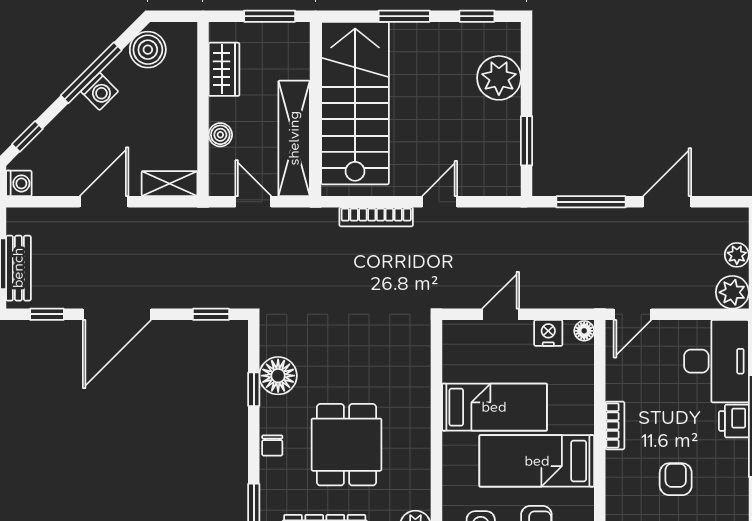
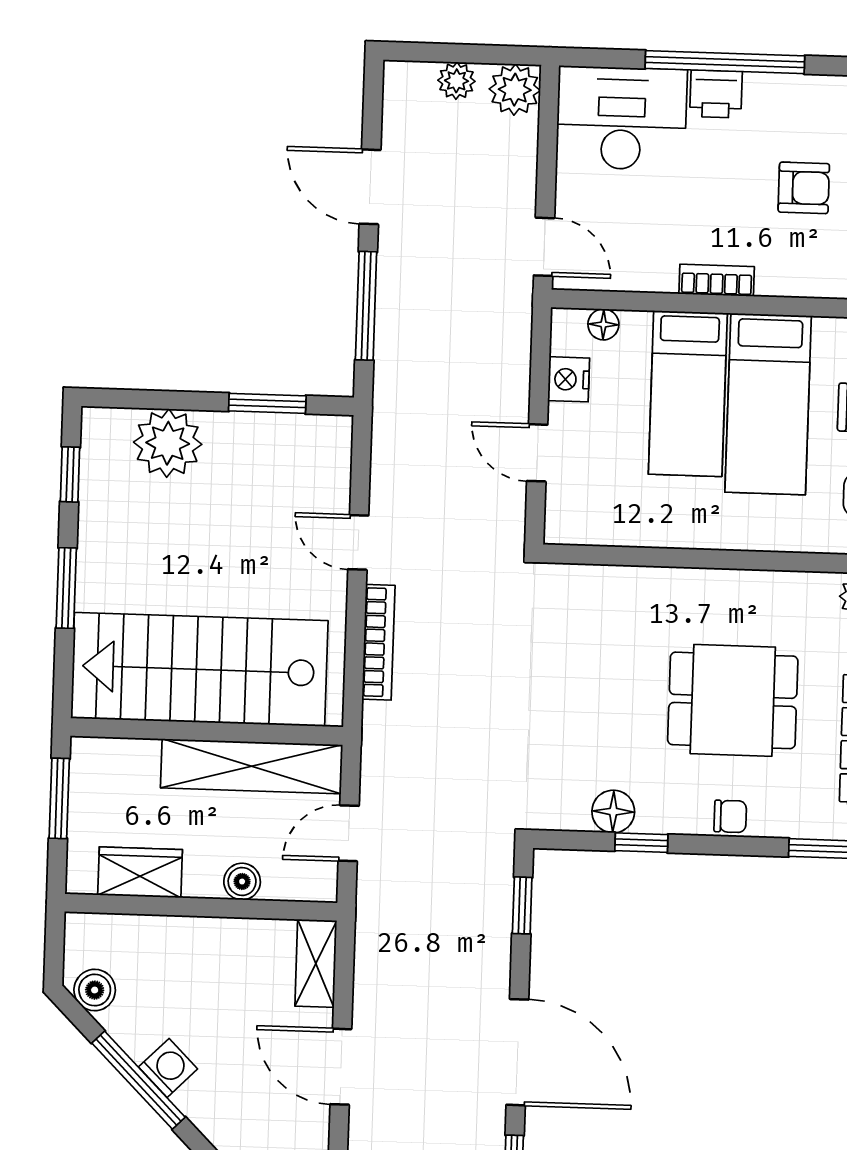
boiler: (148, 50) -> (95, 990), width x0.73, depth x0.73
floor lamp: (584, 331) -> (603, 324), moved
floor lamp: (278, 376) -> (613, 812), width x0.73, depth x0.73
bed: (494, 407) -> (688, 394), moved, turned 180
armchair: (676, 479) -> (804, 188), turned 180

